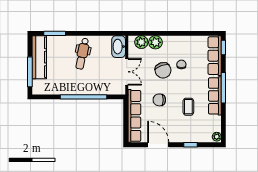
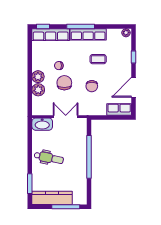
plant: (141, 42) -> (38, 77), moved
chair: (163, 70) -> (64, 83), turned -71
row of seats: (134, 116) -> (119, 109), width x0.50

